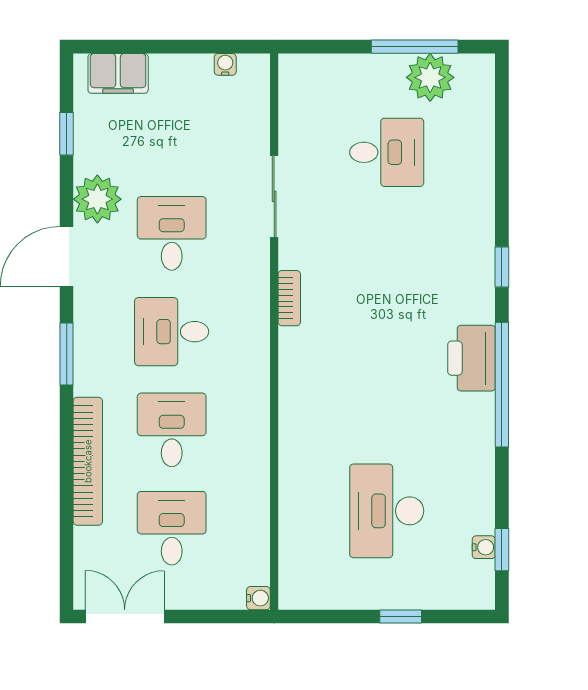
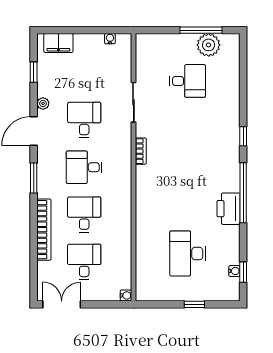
plant: (97, 199) -> (43, 103), width x0.53, depth x0.53
printer: (472, 358) -> (228, 209), moved

